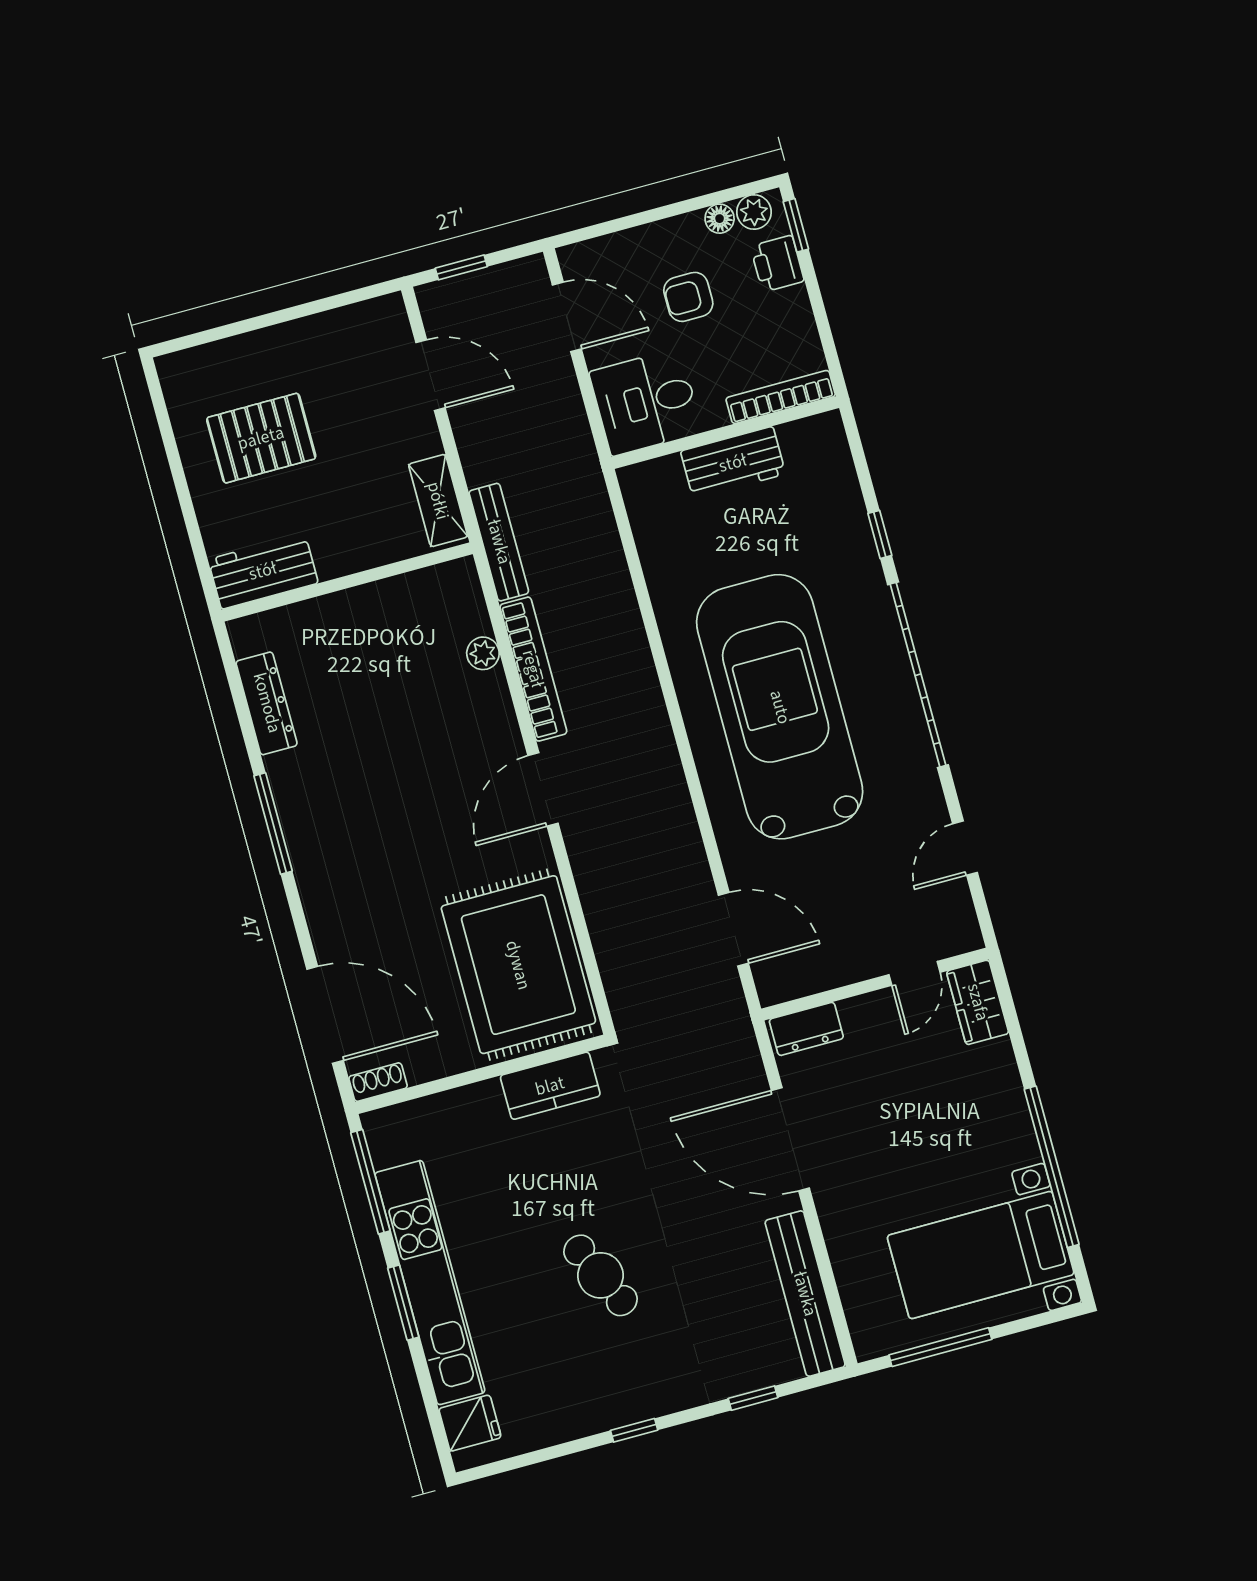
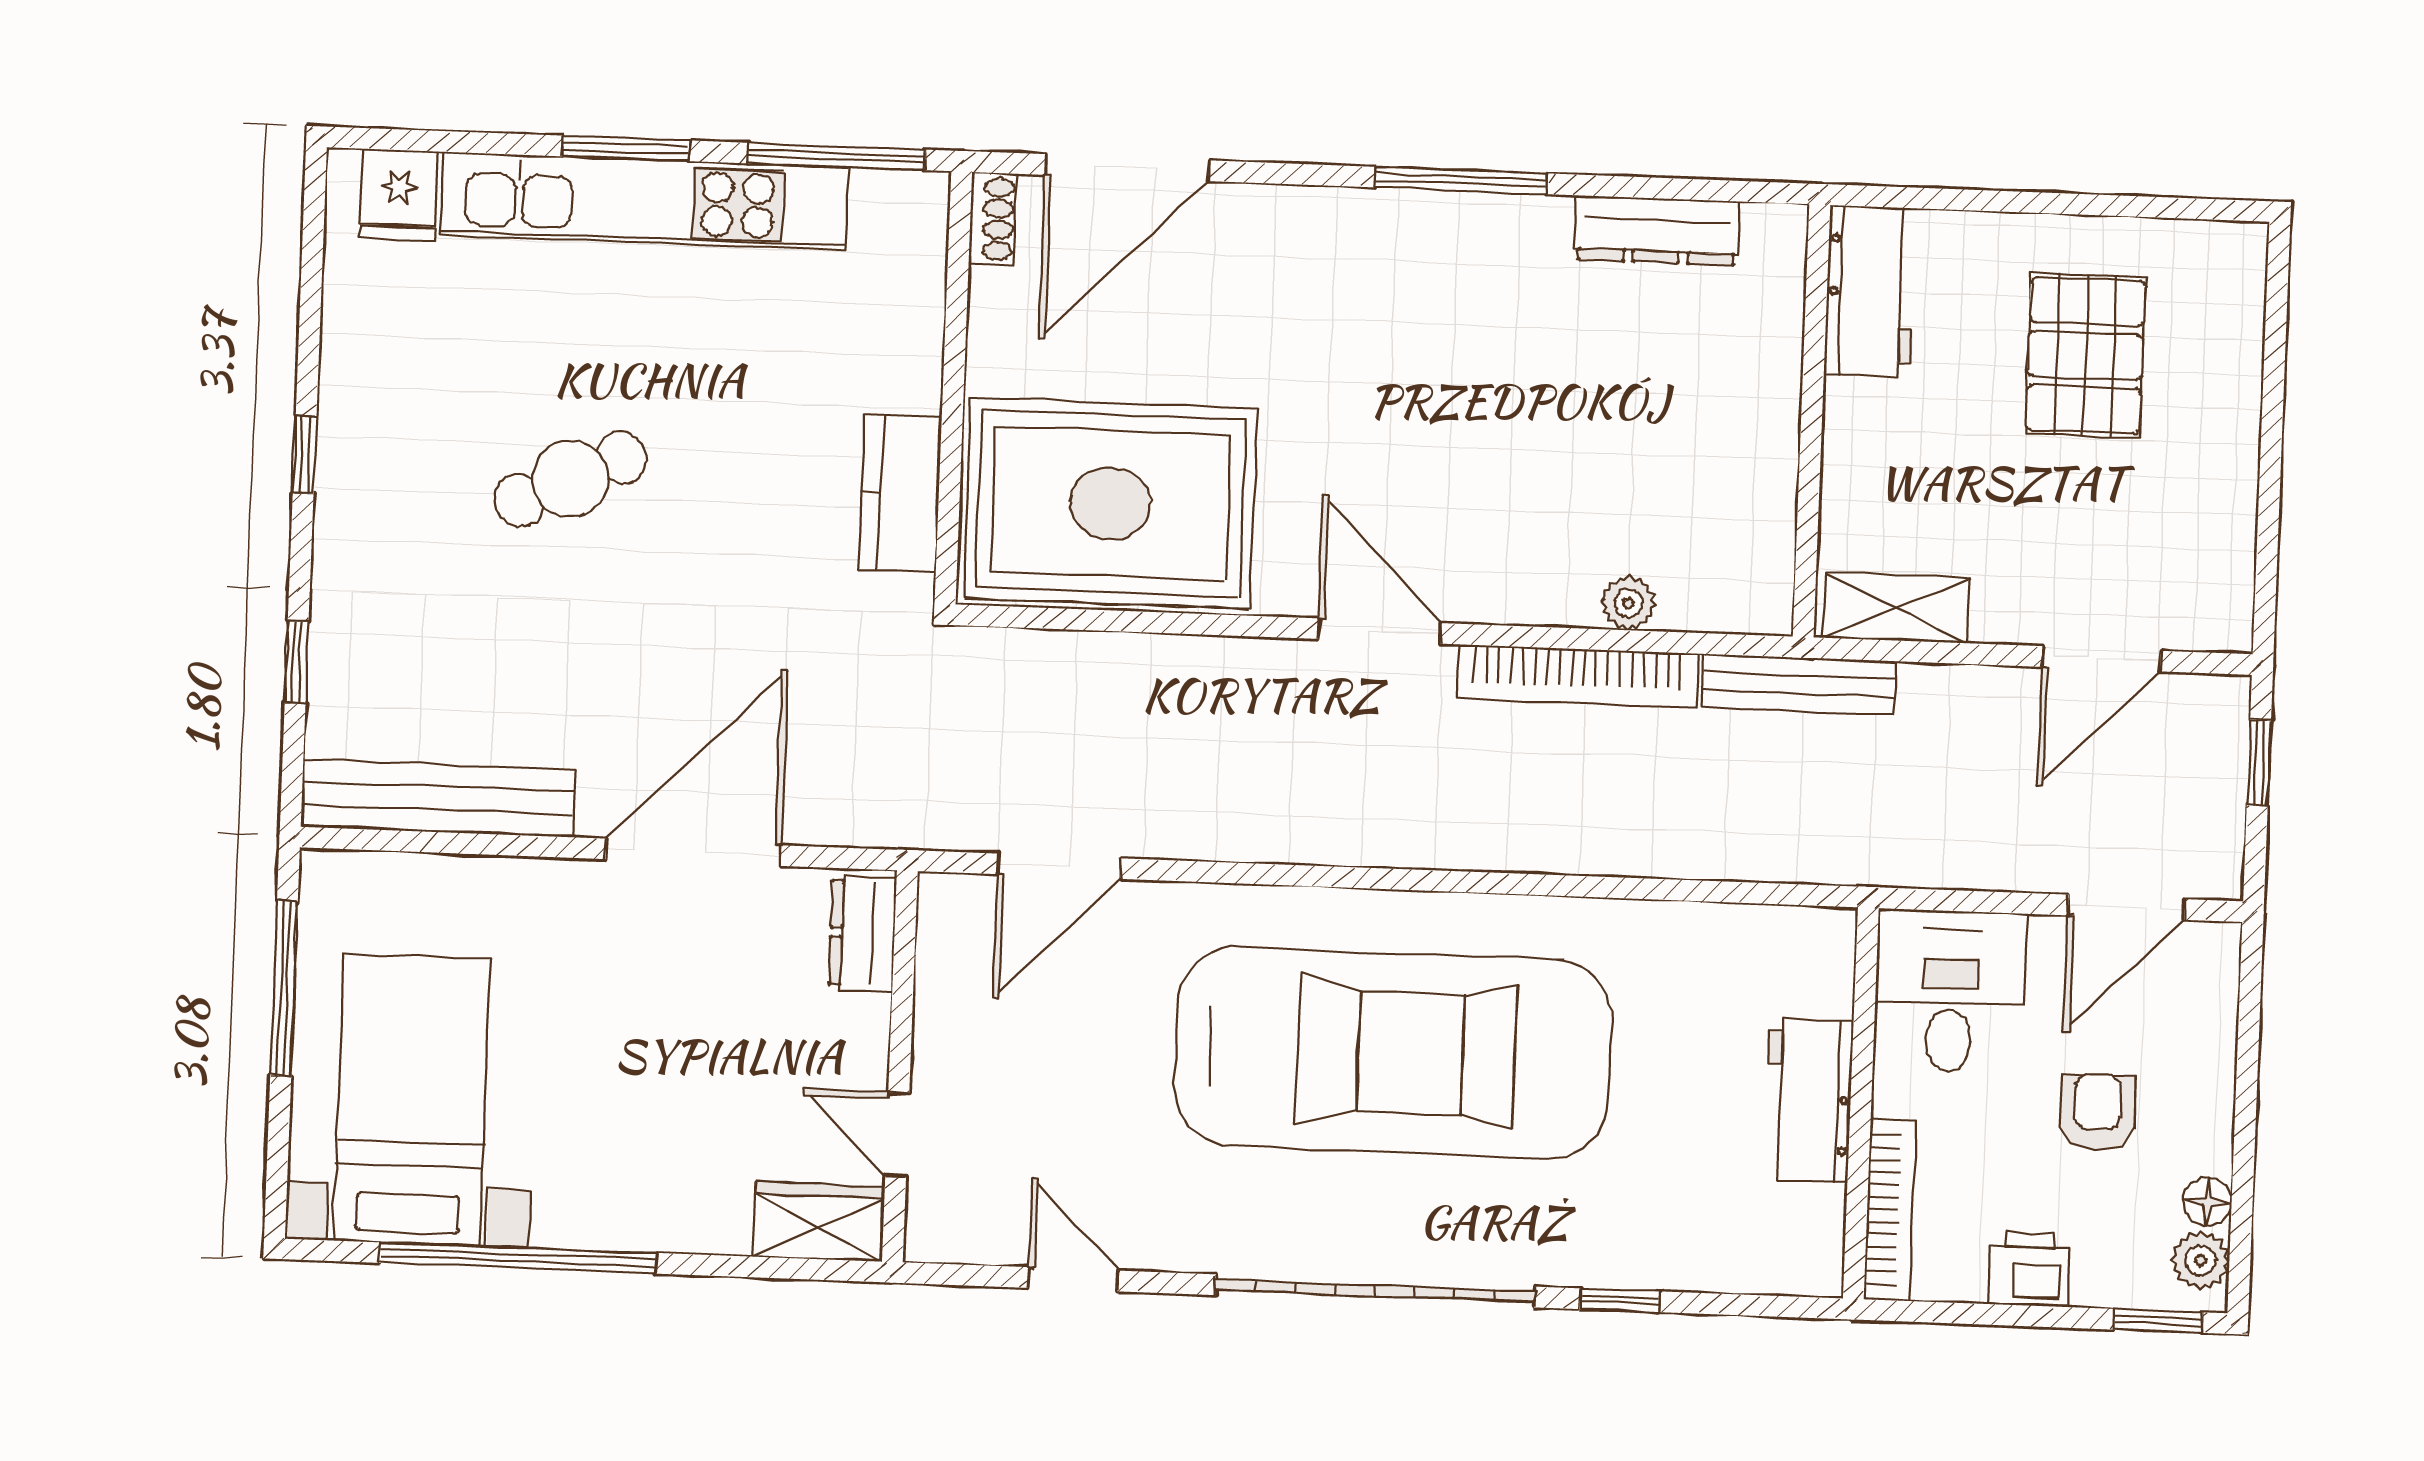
printer: (777, 264) -> (2029, 1269), moved

